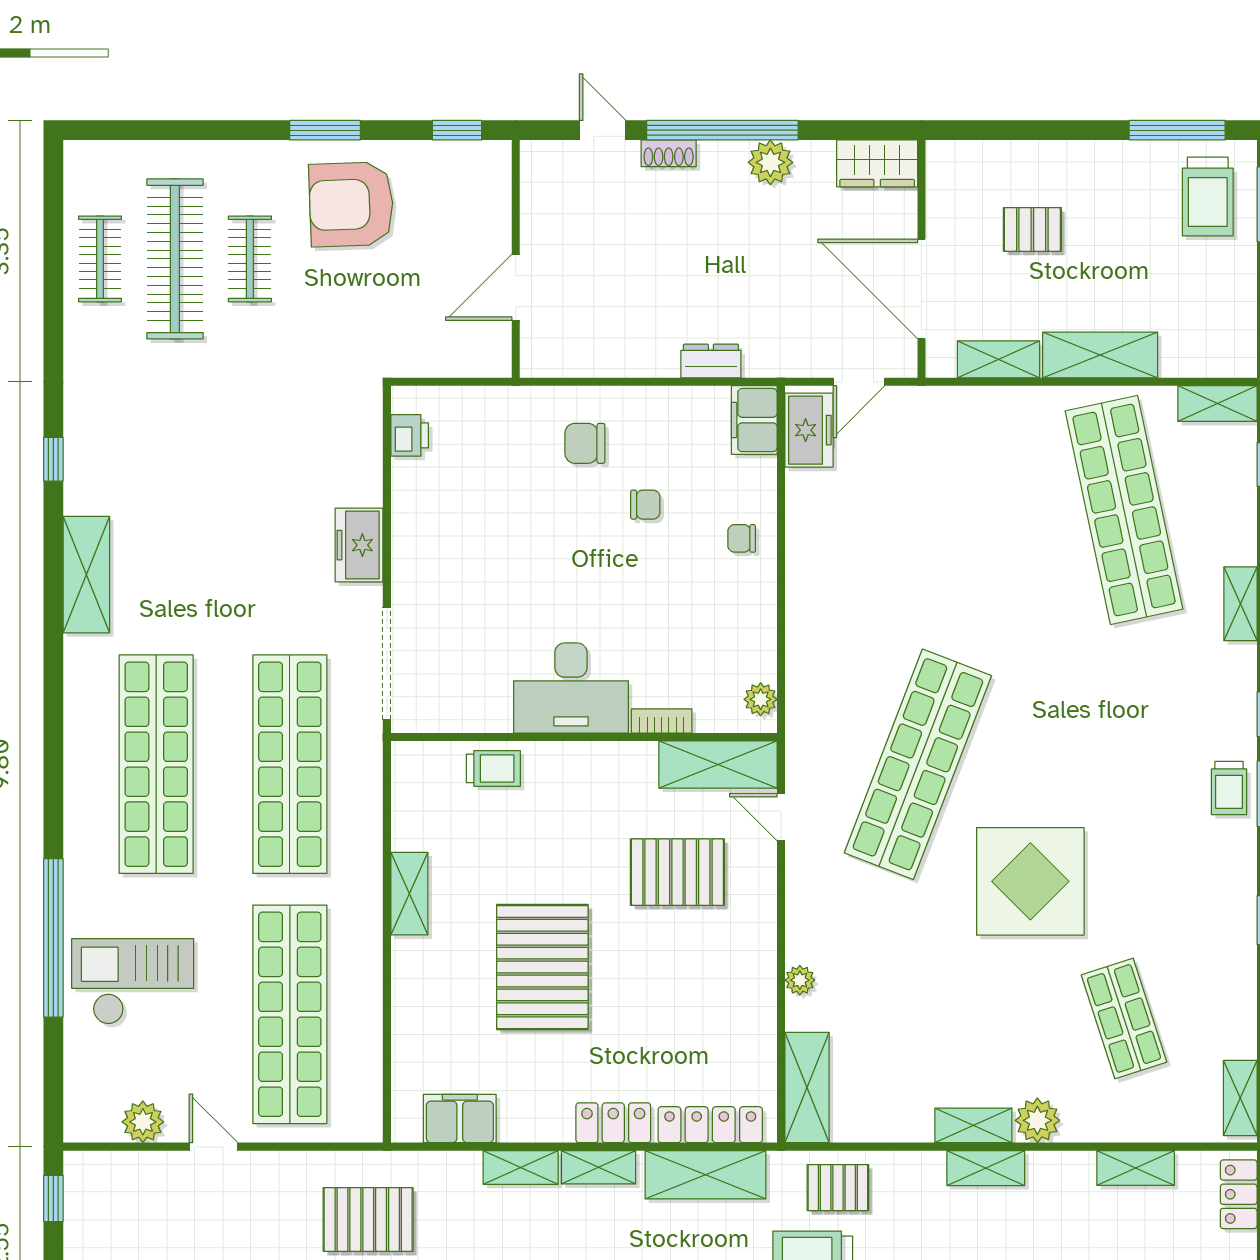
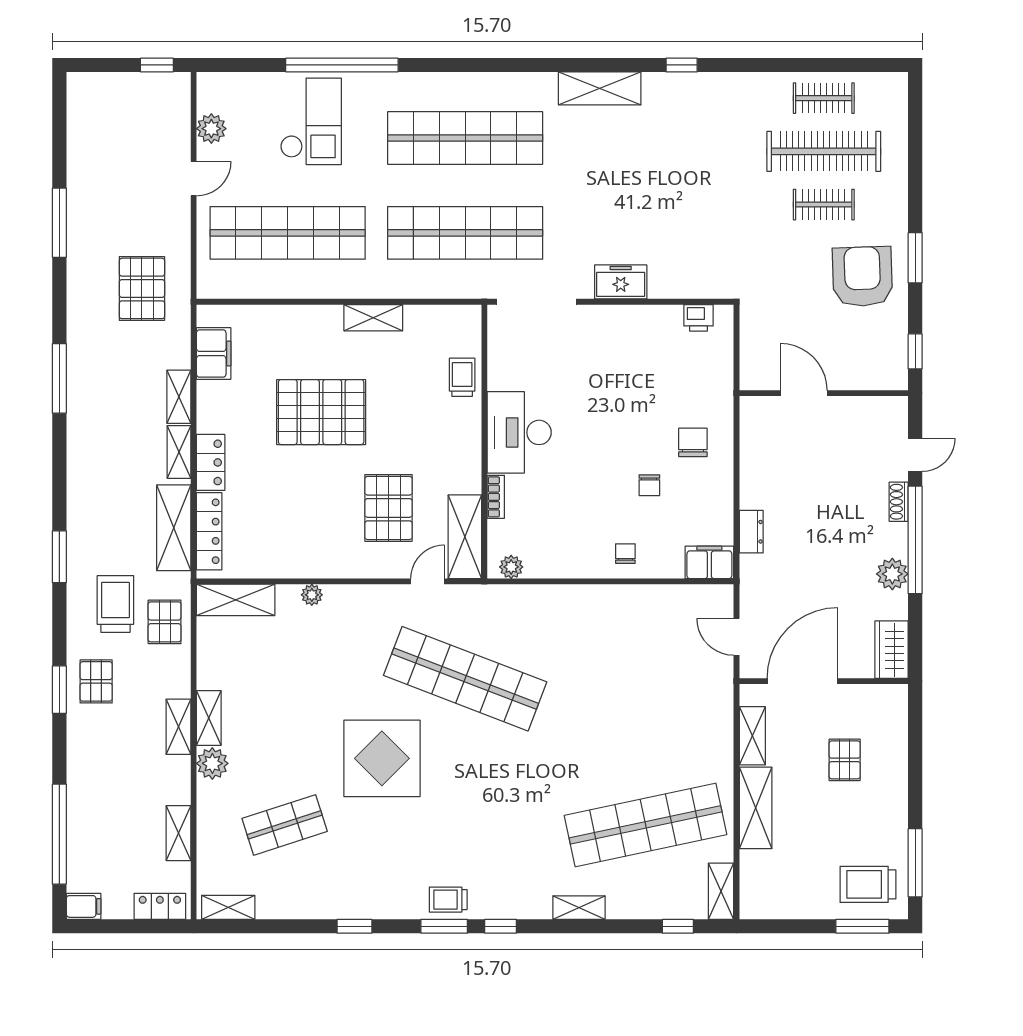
freezer: (809, 430) -> (702, 601), removed
trolley: (493, 768) -> (462, 377), turned 180

